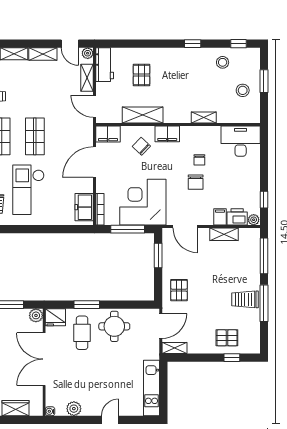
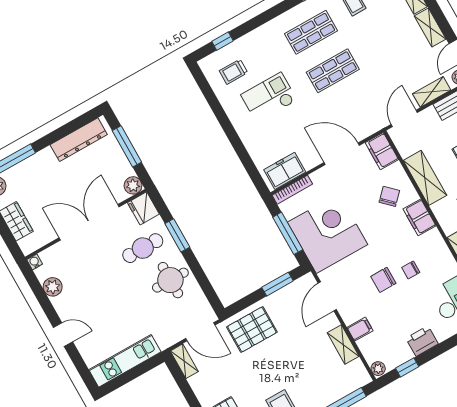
checkout: (28, 190) -> (269, 97), width x0.73, depth x0.83
printer: (237, 217) -> (422, 341), moved, turned -90
pallet: (179, 290) -> (252, 330), width x1.50, depth x1.42

